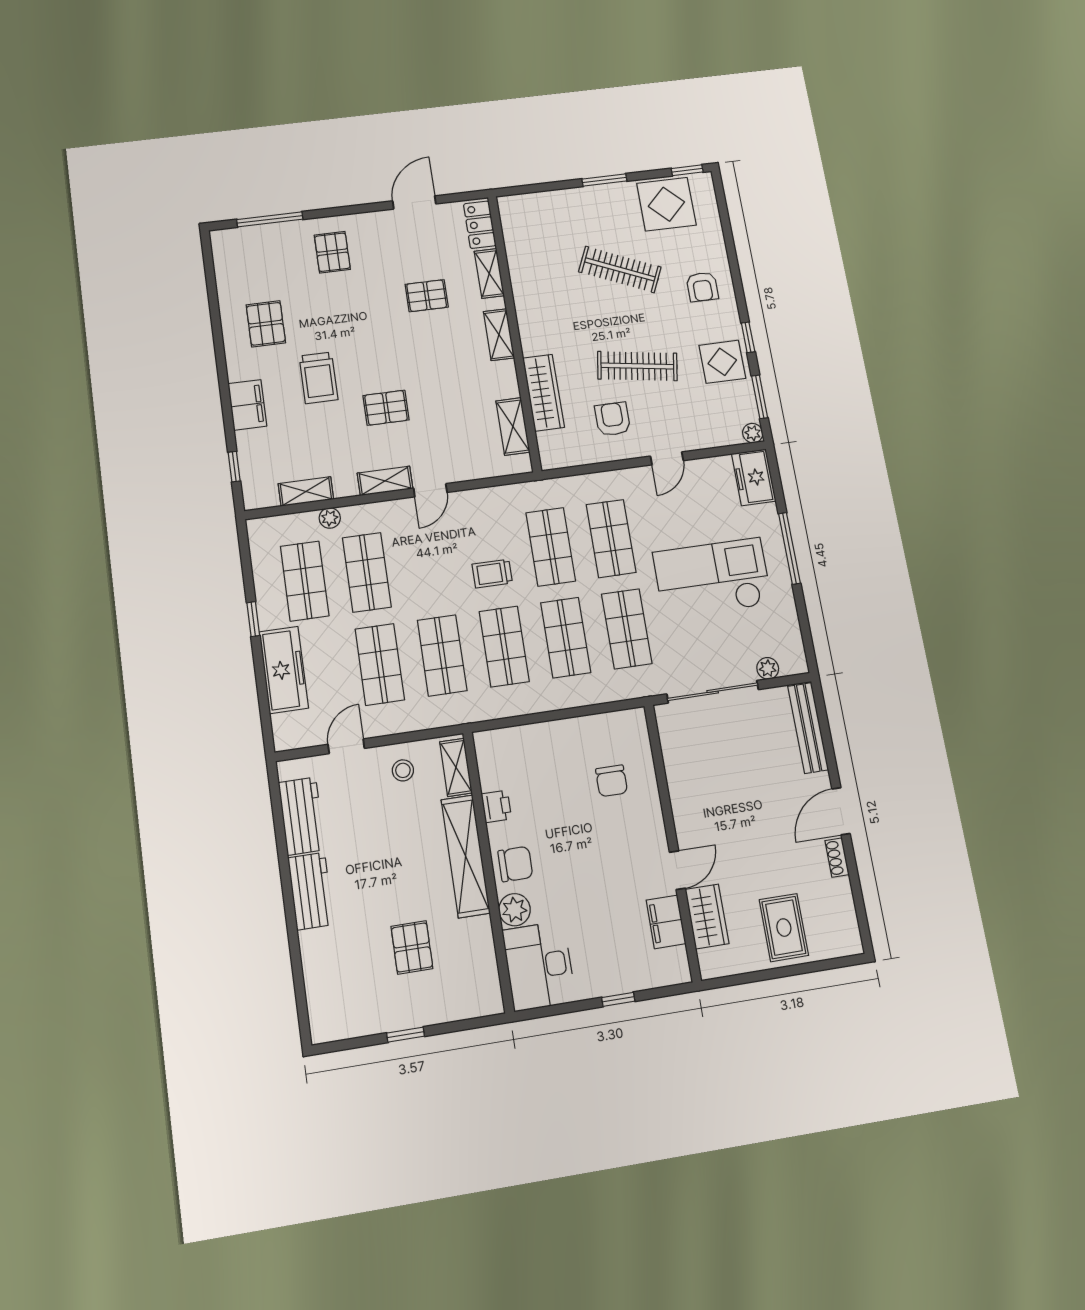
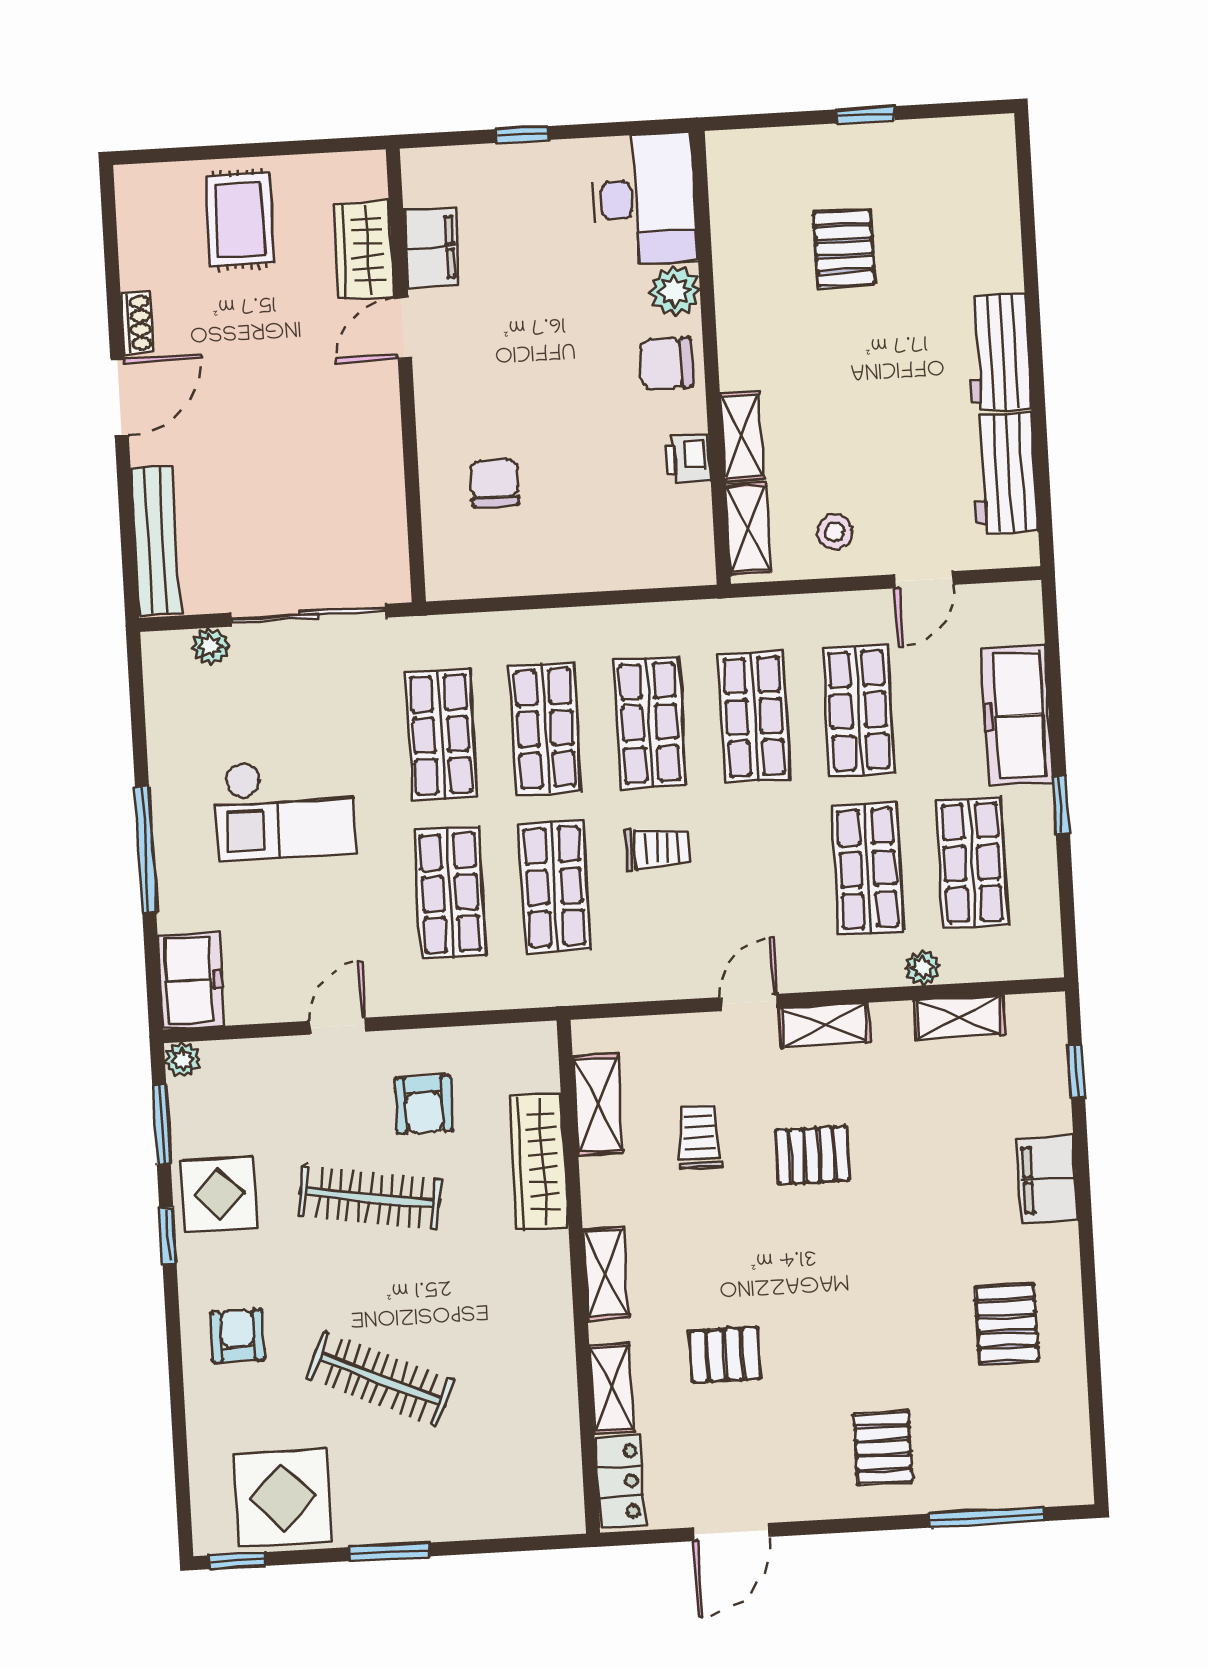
trolley: (319, 378) -> (699, 1136), moved, width x0.73, depth x0.72
checkout: (712, 578) -> (285, 809), width x0.73, depth x0.83
shelving: (466, 856) -> (742, 436), width x0.45, depth x0.75

